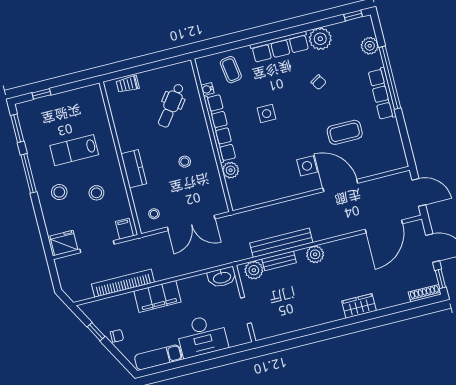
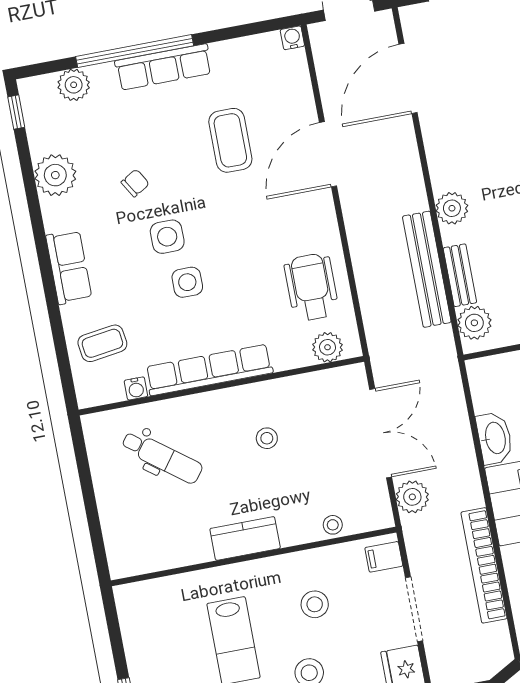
row of seats: (280, 47) -> (69, 267), width x0.68
trolley: (128, 84) -> (118, 535), removed
water cooler: (402, 163) -> (292, 38), added
side table: (307, 166) -> (167, 237), moved
kitchen counter: (134, 169) -> (245, 538), moved
plant: (231, 170) -> (328, 347), moved
wheelchair: (268, 181) -> (311, 287), added
stool: (154, 214) -> (333, 525), moved
door: (384, 226) -> (408, 78), swing flipped
plant: (158, 242) -> (412, 497), added
washbasin: (222, 277) -> (495, 438), moved

